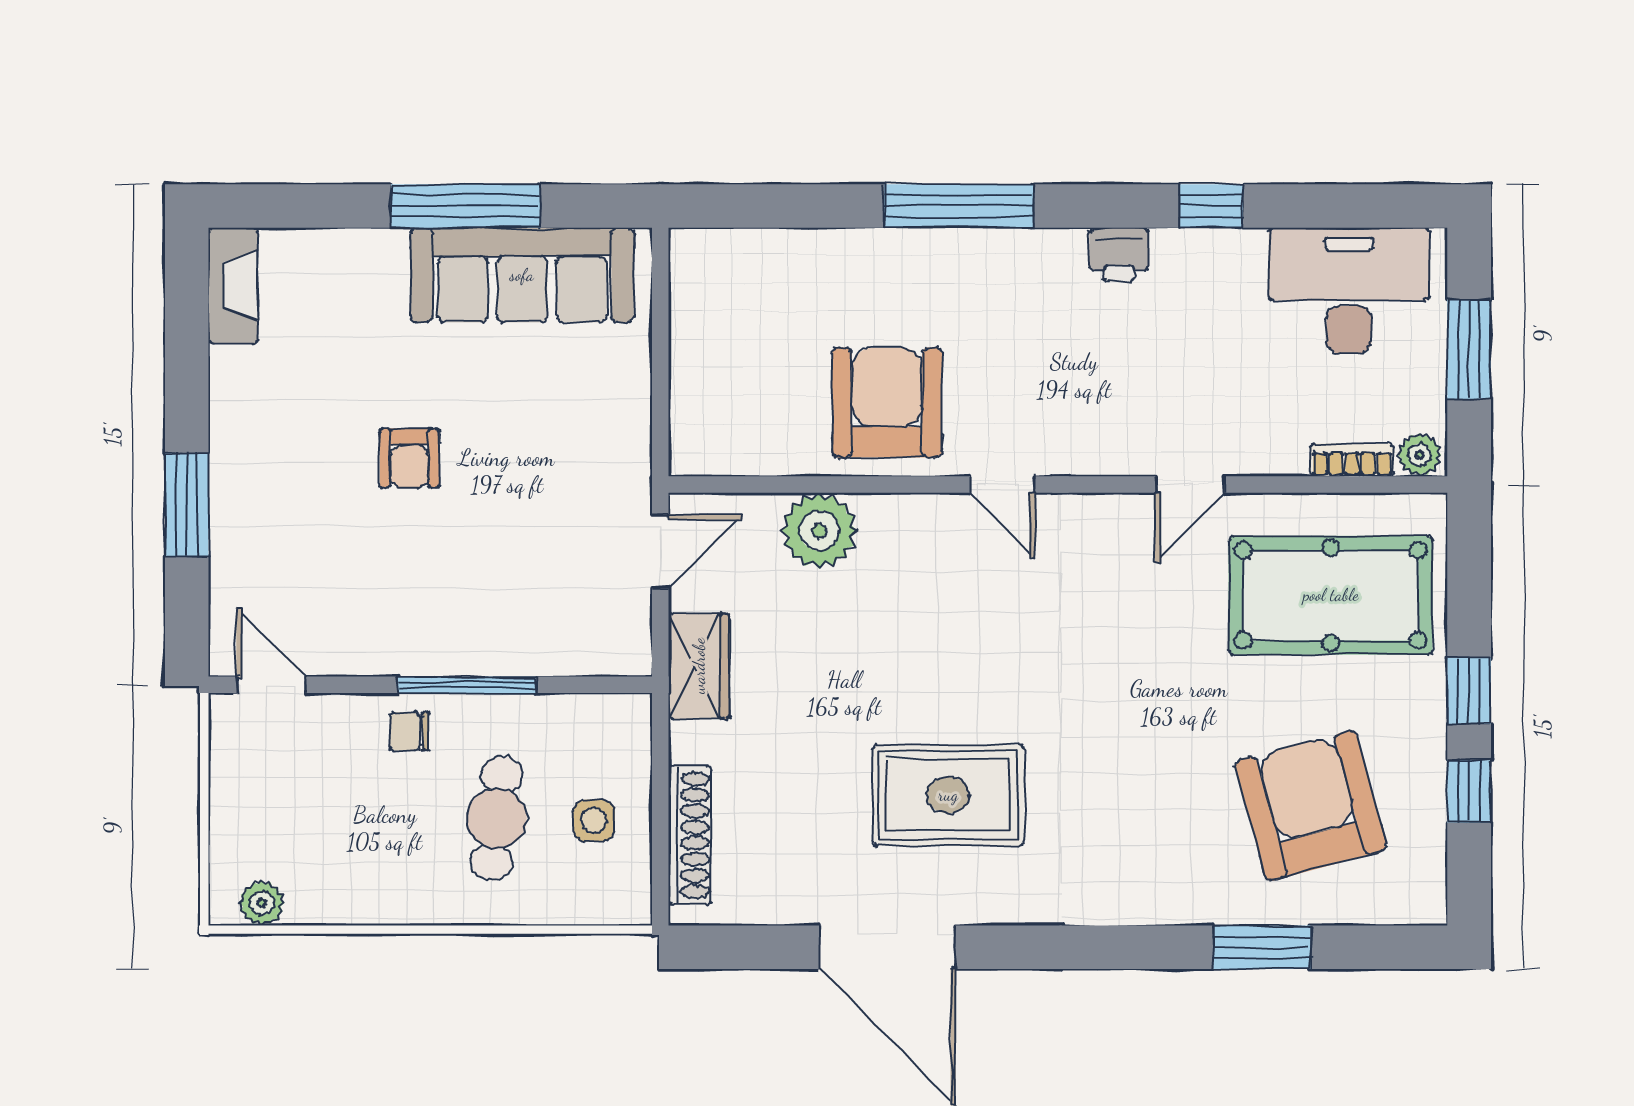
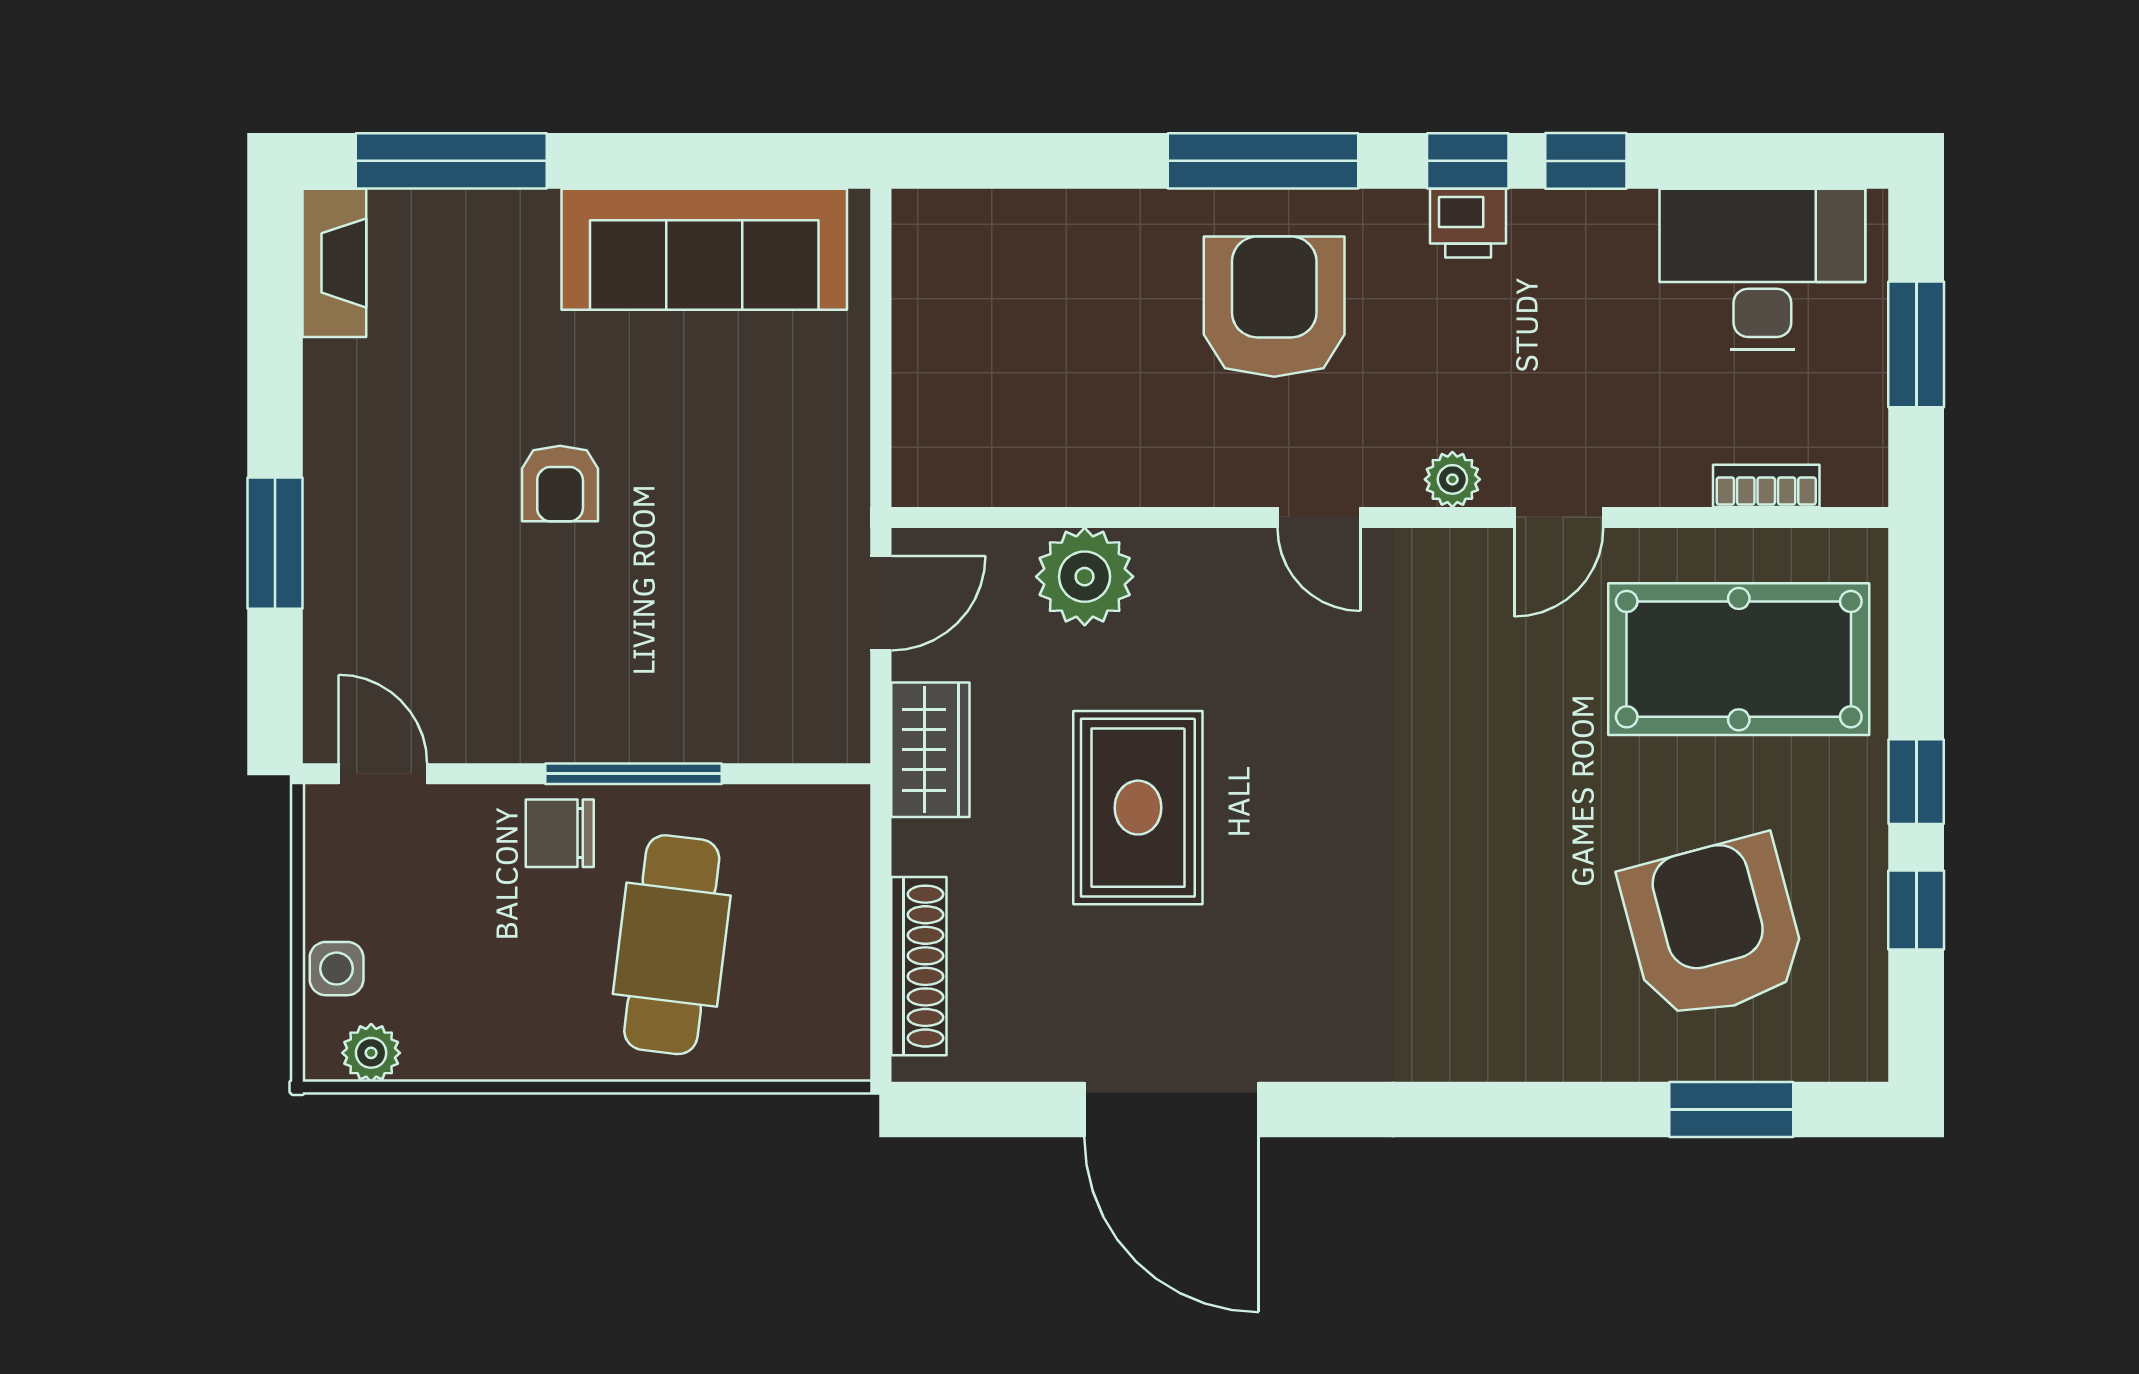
window: (466, 206) -> (451, 161), moved
window: (1119, 206) -> (1468, 161), added
armchair: (887, 402) -> (1274, 307), moved
plant: (1419, 455) -> (1452, 479), moved
chair: (409, 731) -> (560, 833), width x1.37, depth x1.37
rug: (948, 795) -> (1138, 808), moved, turned 90
cafe table: (497, 818) -> (672, 945), width x1.37, depth x1.35
side table: (594, 821) -> (337, 969), moved
window: (1262, 947) -> (1731, 1110), moved

